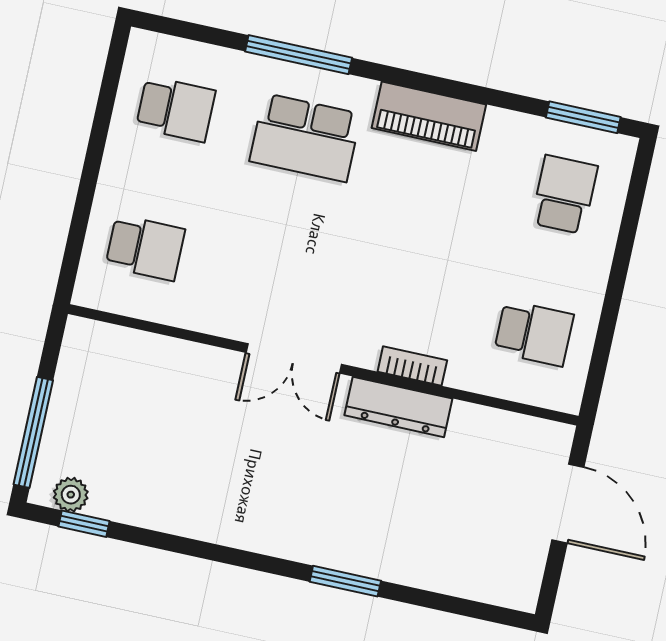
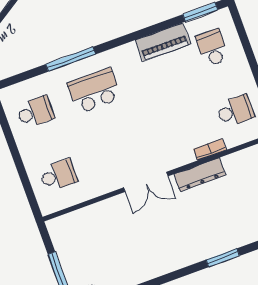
piano: (429, 116) -> (163, 42), moved
school desk: (305, 138) -> (94, 91), turned 180
bookcase: (412, 366) -> (210, 149), moved

